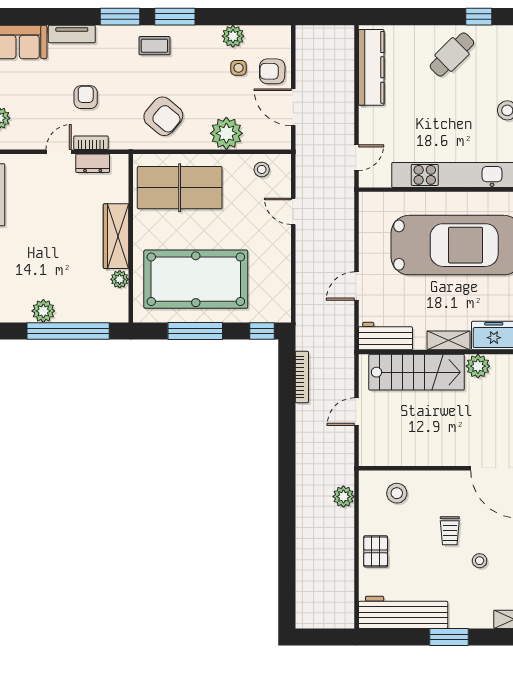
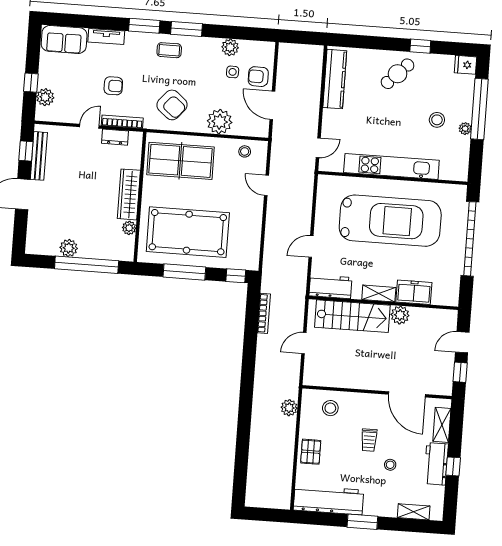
armchair: (86, 97) -> (113, 86), turned 90
bookcase: (91, 143) -> (122, 122), width x1.56

